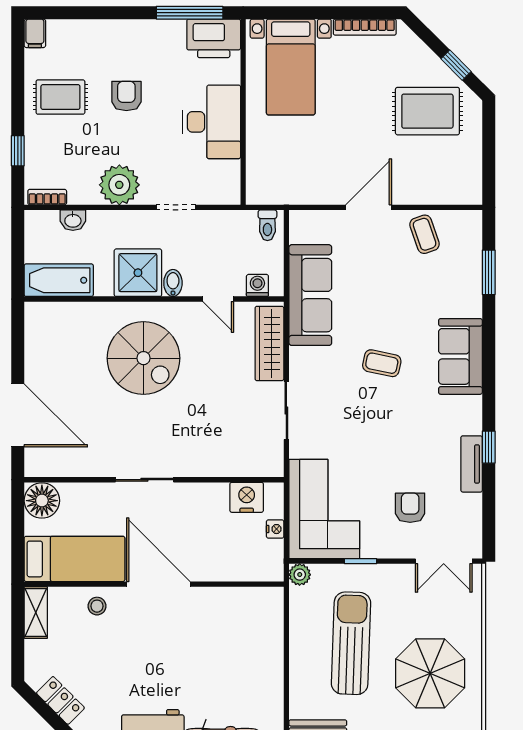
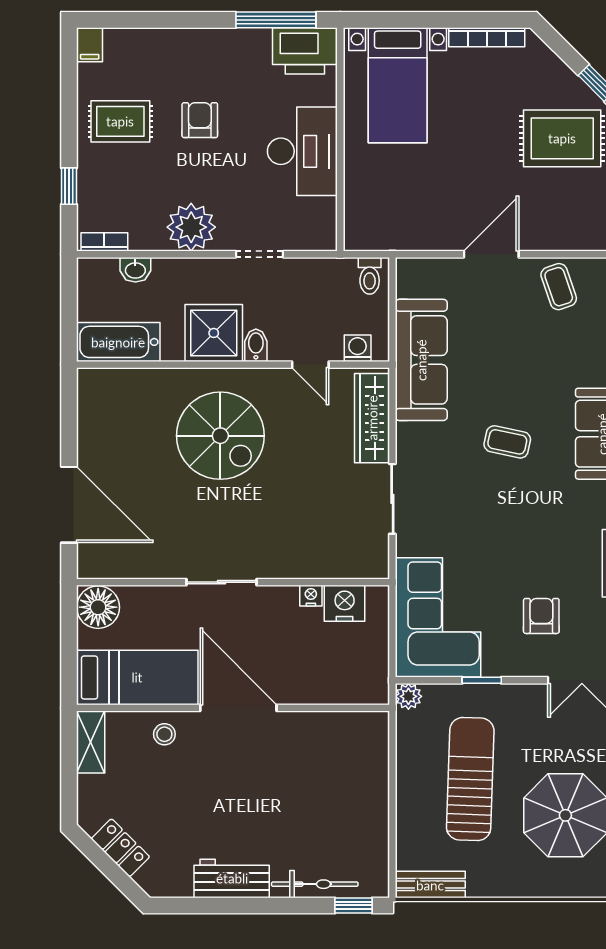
nightstand: (275, 529) -> (311, 596), moved, turned -90

